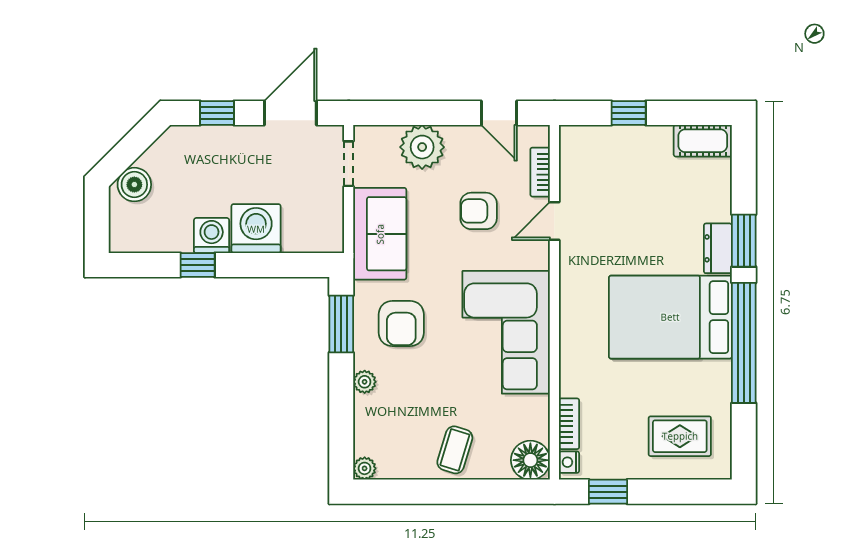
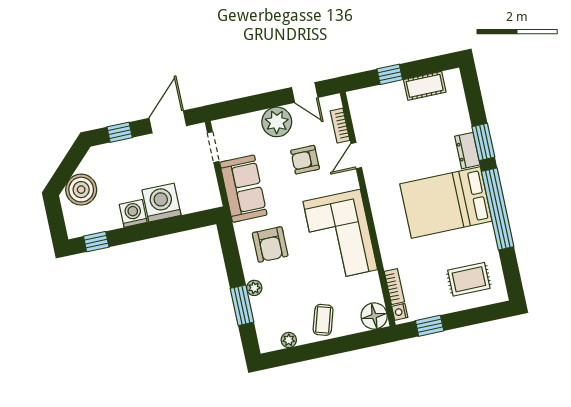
cot: (703, 141) -> (425, 86), moved
plant: (422, 147) -> (277, 122), moved
boiler: (134, 185) -> (81, 190), width x1.37, depth x1.37
window: (198, 265) -> (96, 242), moved
window: (341, 324) -> (242, 305), moved
plant: (365, 468) -> (289, 340), moved

